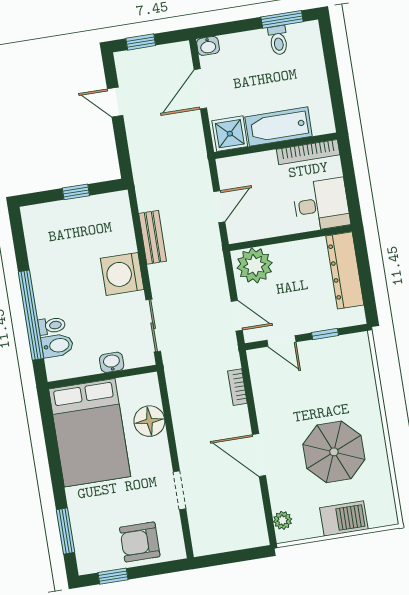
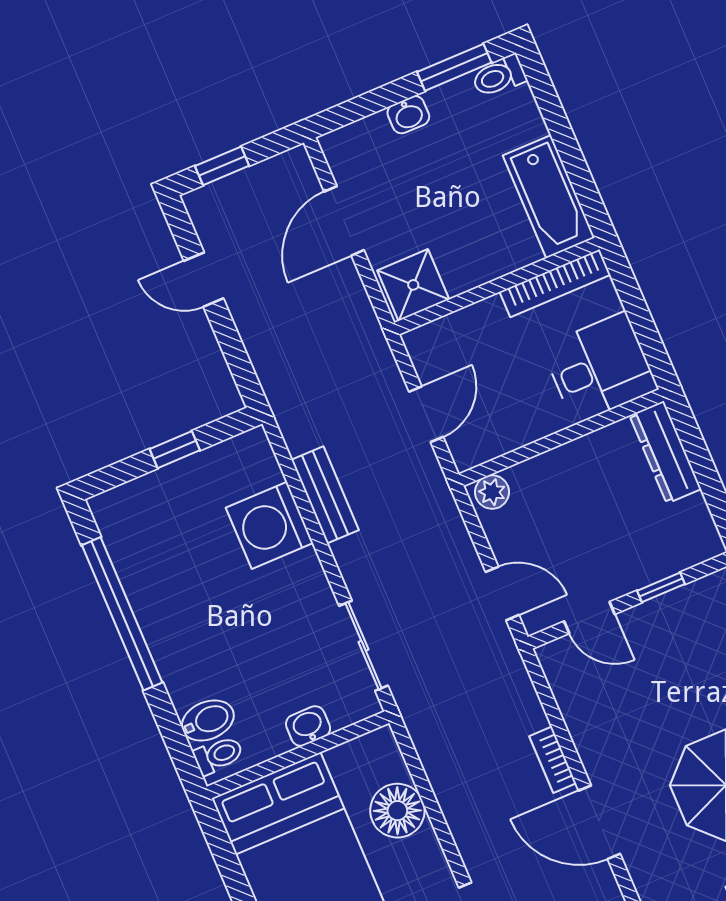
toilet: (278, 40) -> (499, 76), moved, turned 90
washbasin: (208, 46) -> (408, 115), moved
bathtub: (279, 127) -> (549, 197), moved, turned -90
plant: (255, 265) -> (492, 492), width x0.53, depth x0.53
dresser: (345, 270) -> (665, 452), width x0.73, depth x0.80
washing machine: (122, 274) -> (269, 525), moved
window: (31, 315) -> (122, 614), moved
toilet: (52, 326) -> (218, 755), moved
bookcase: (237, 387) -> (553, 760), moved

